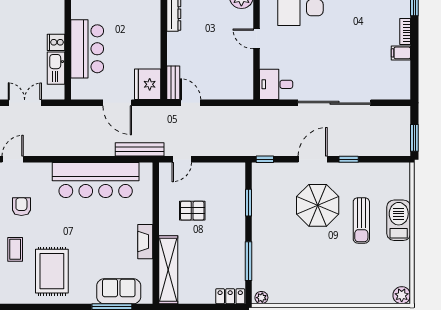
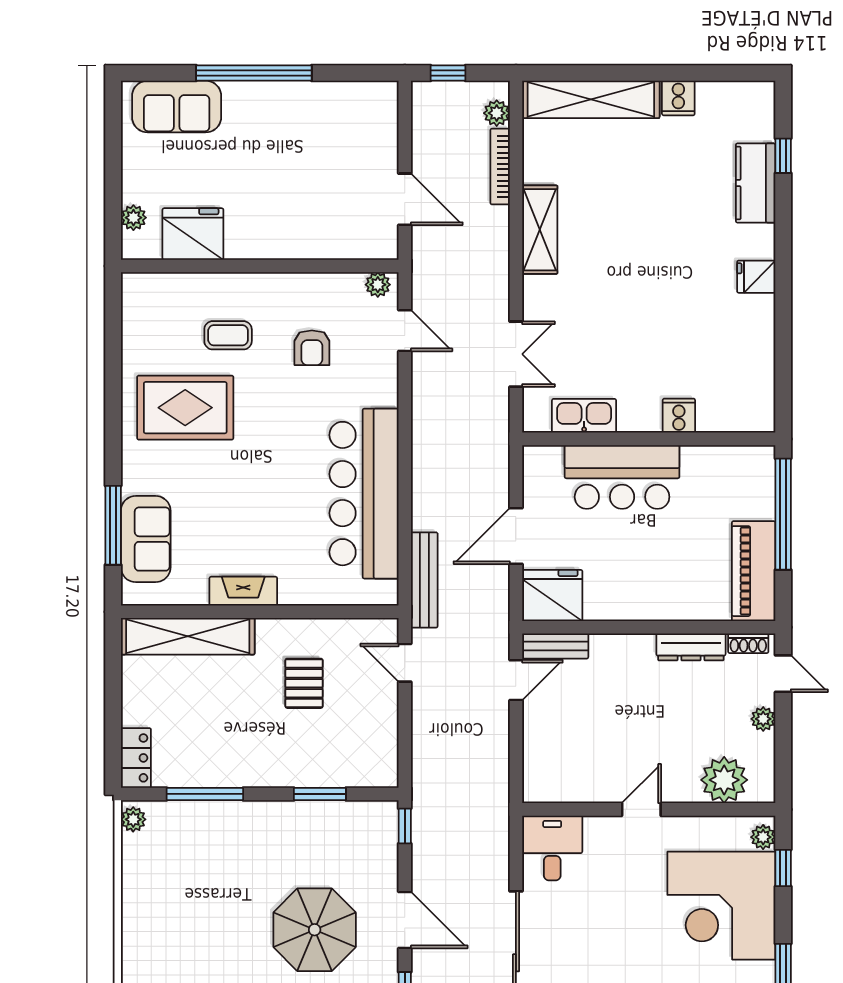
cooker: (56, 42) -> (679, 416), moved
armchair: (21, 207) -> (312, 348), turned 90

